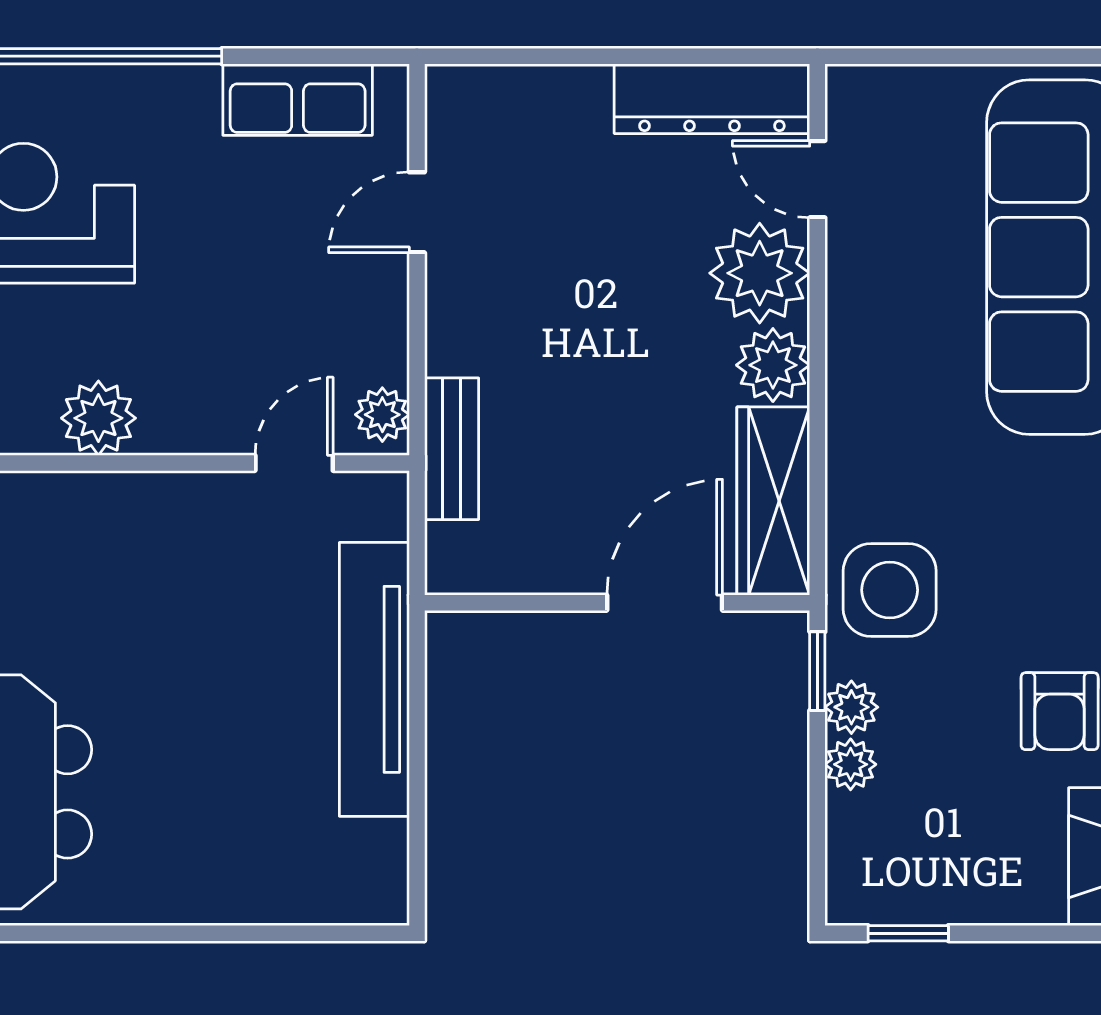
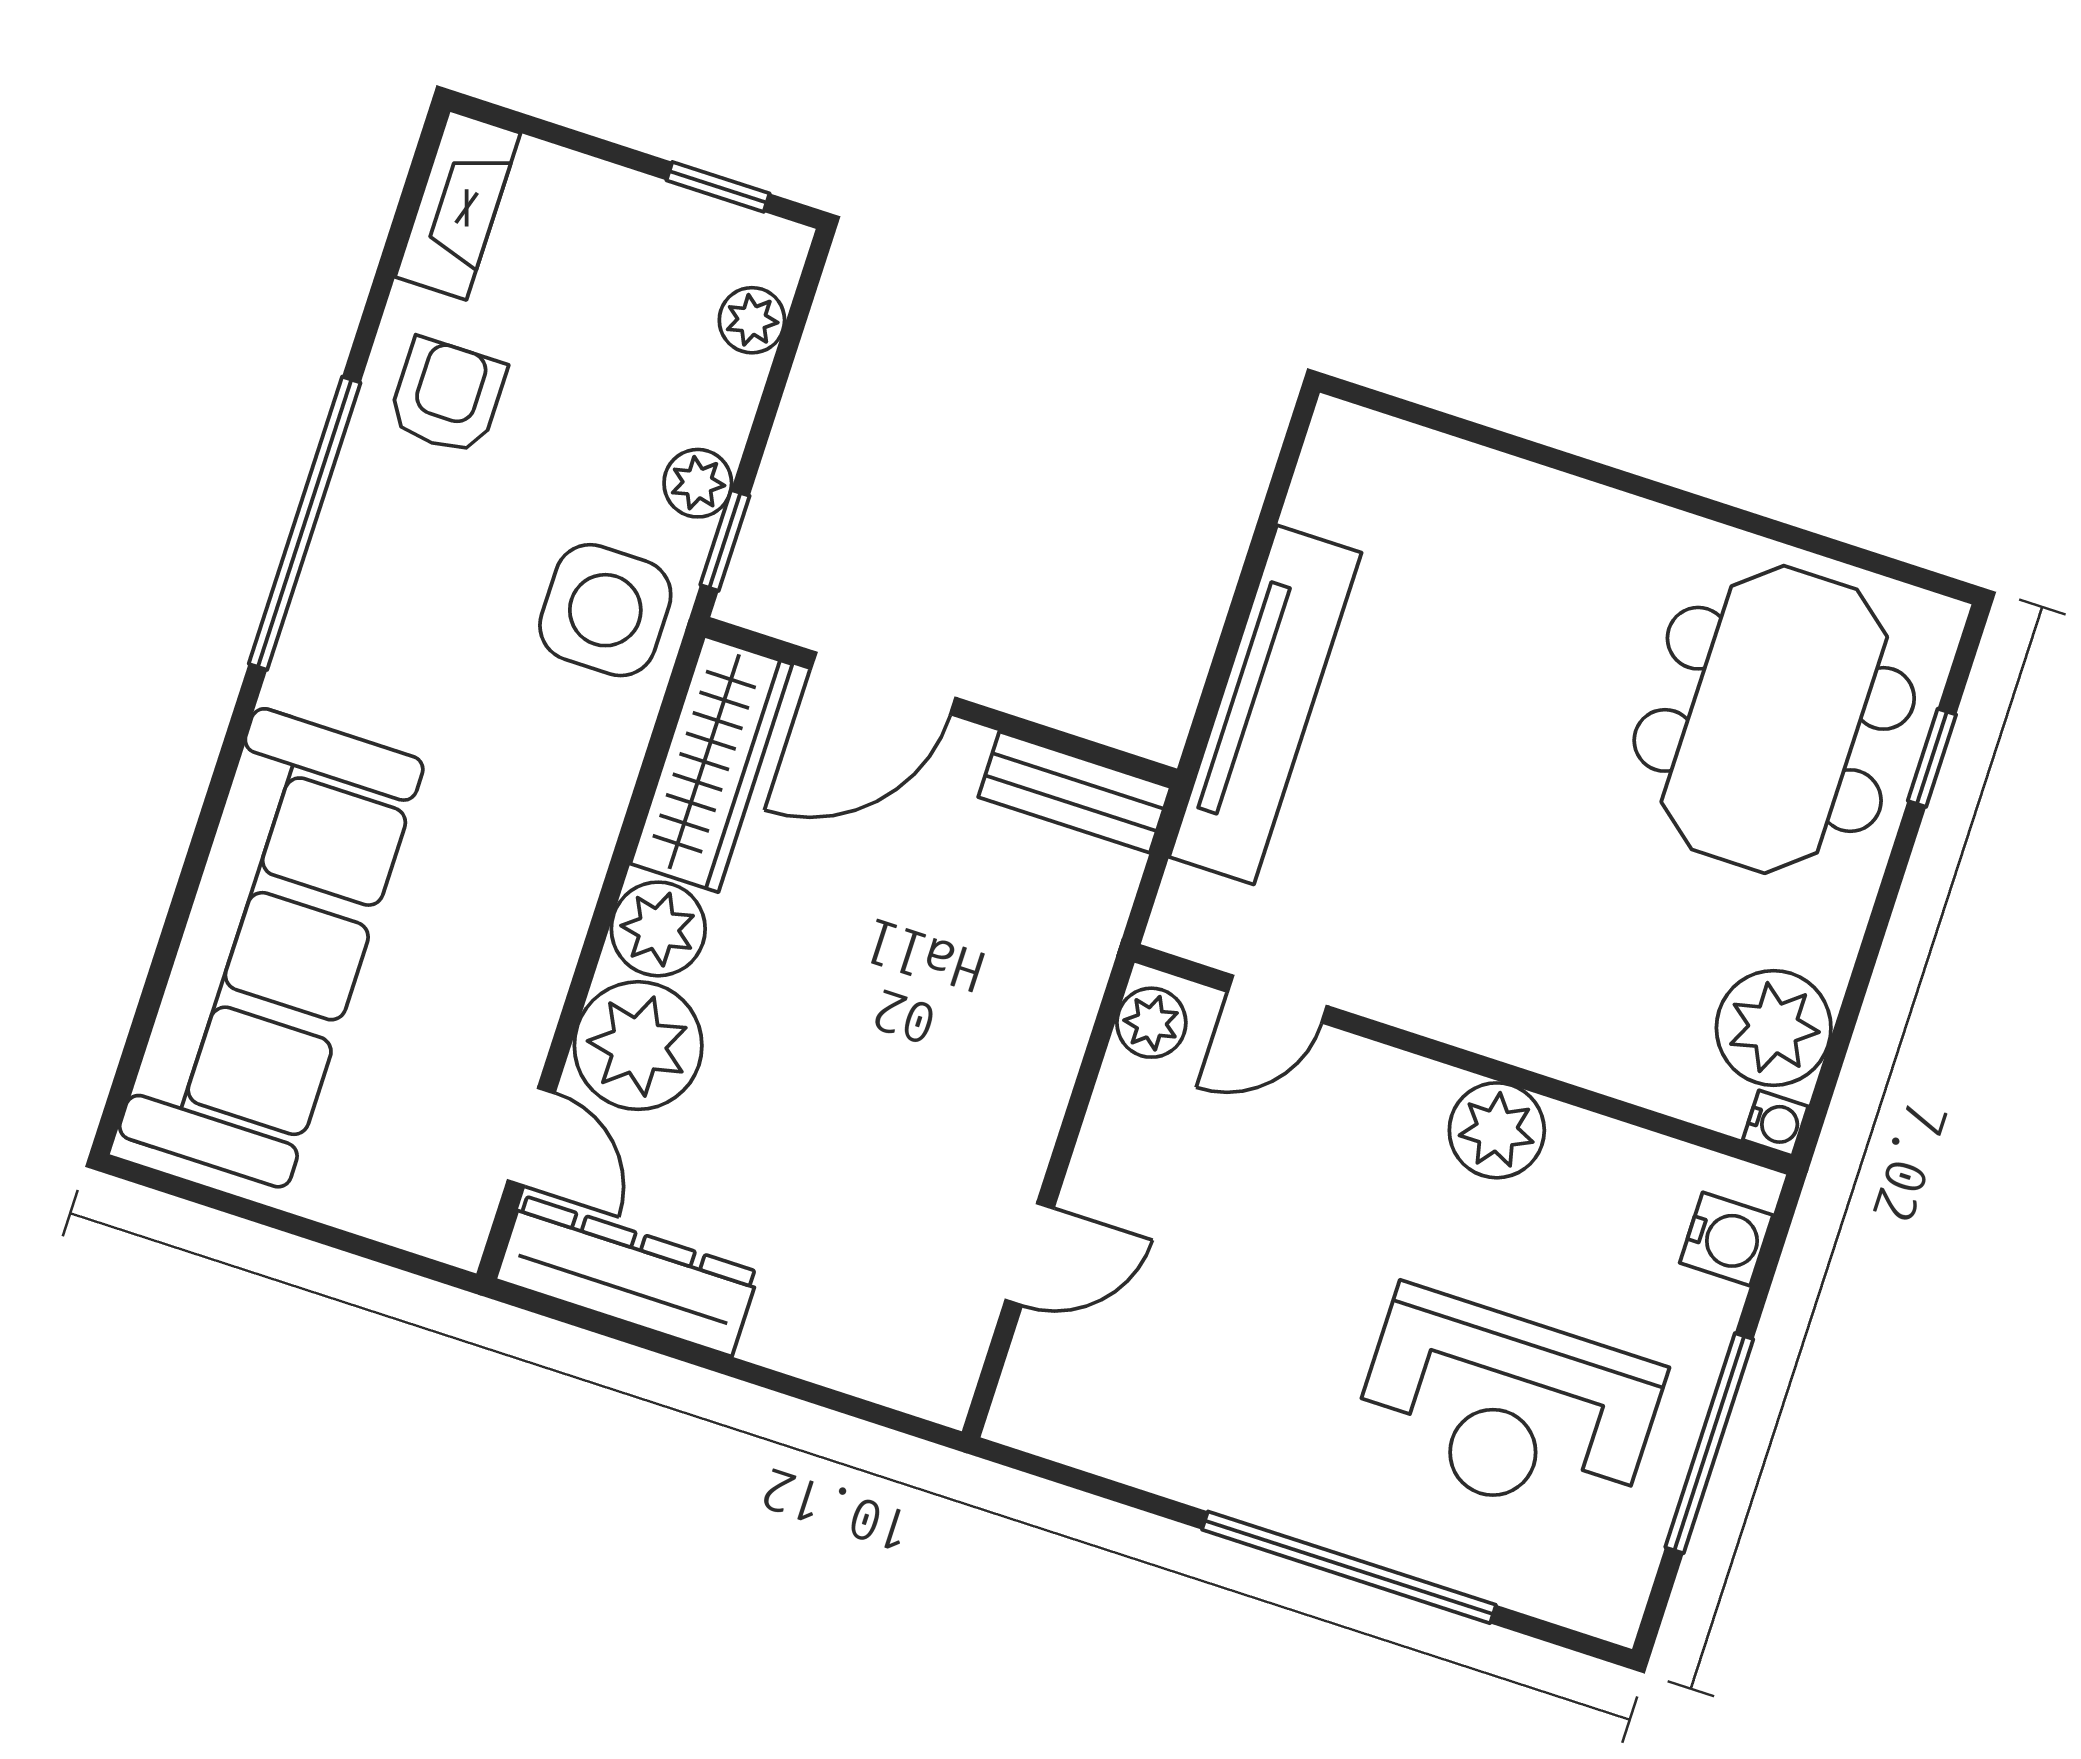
row of seats: (298, 100) -> (1130, 1438), removed
bench: (452, 449) -> (1075, 792), moved, turned 90
plant: (851, 764) -> (752, 320), moved

